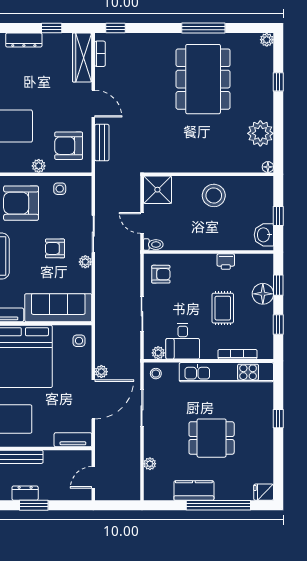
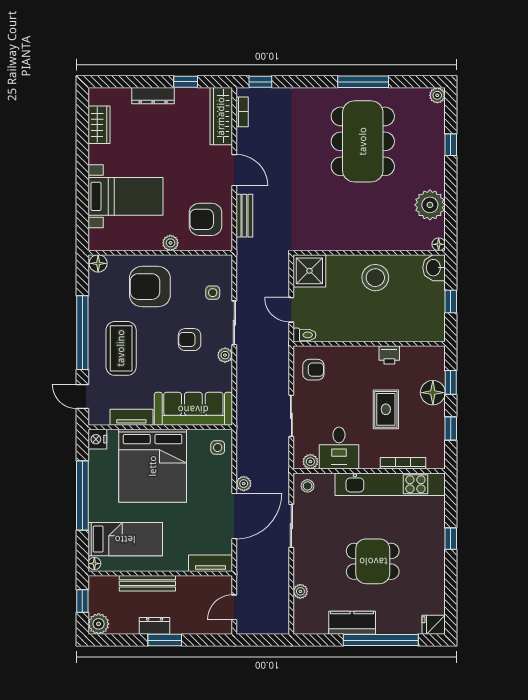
side table: (60, 189) -> (213, 293), moved
washbasin: (264, 235) -> (434, 268), moved

